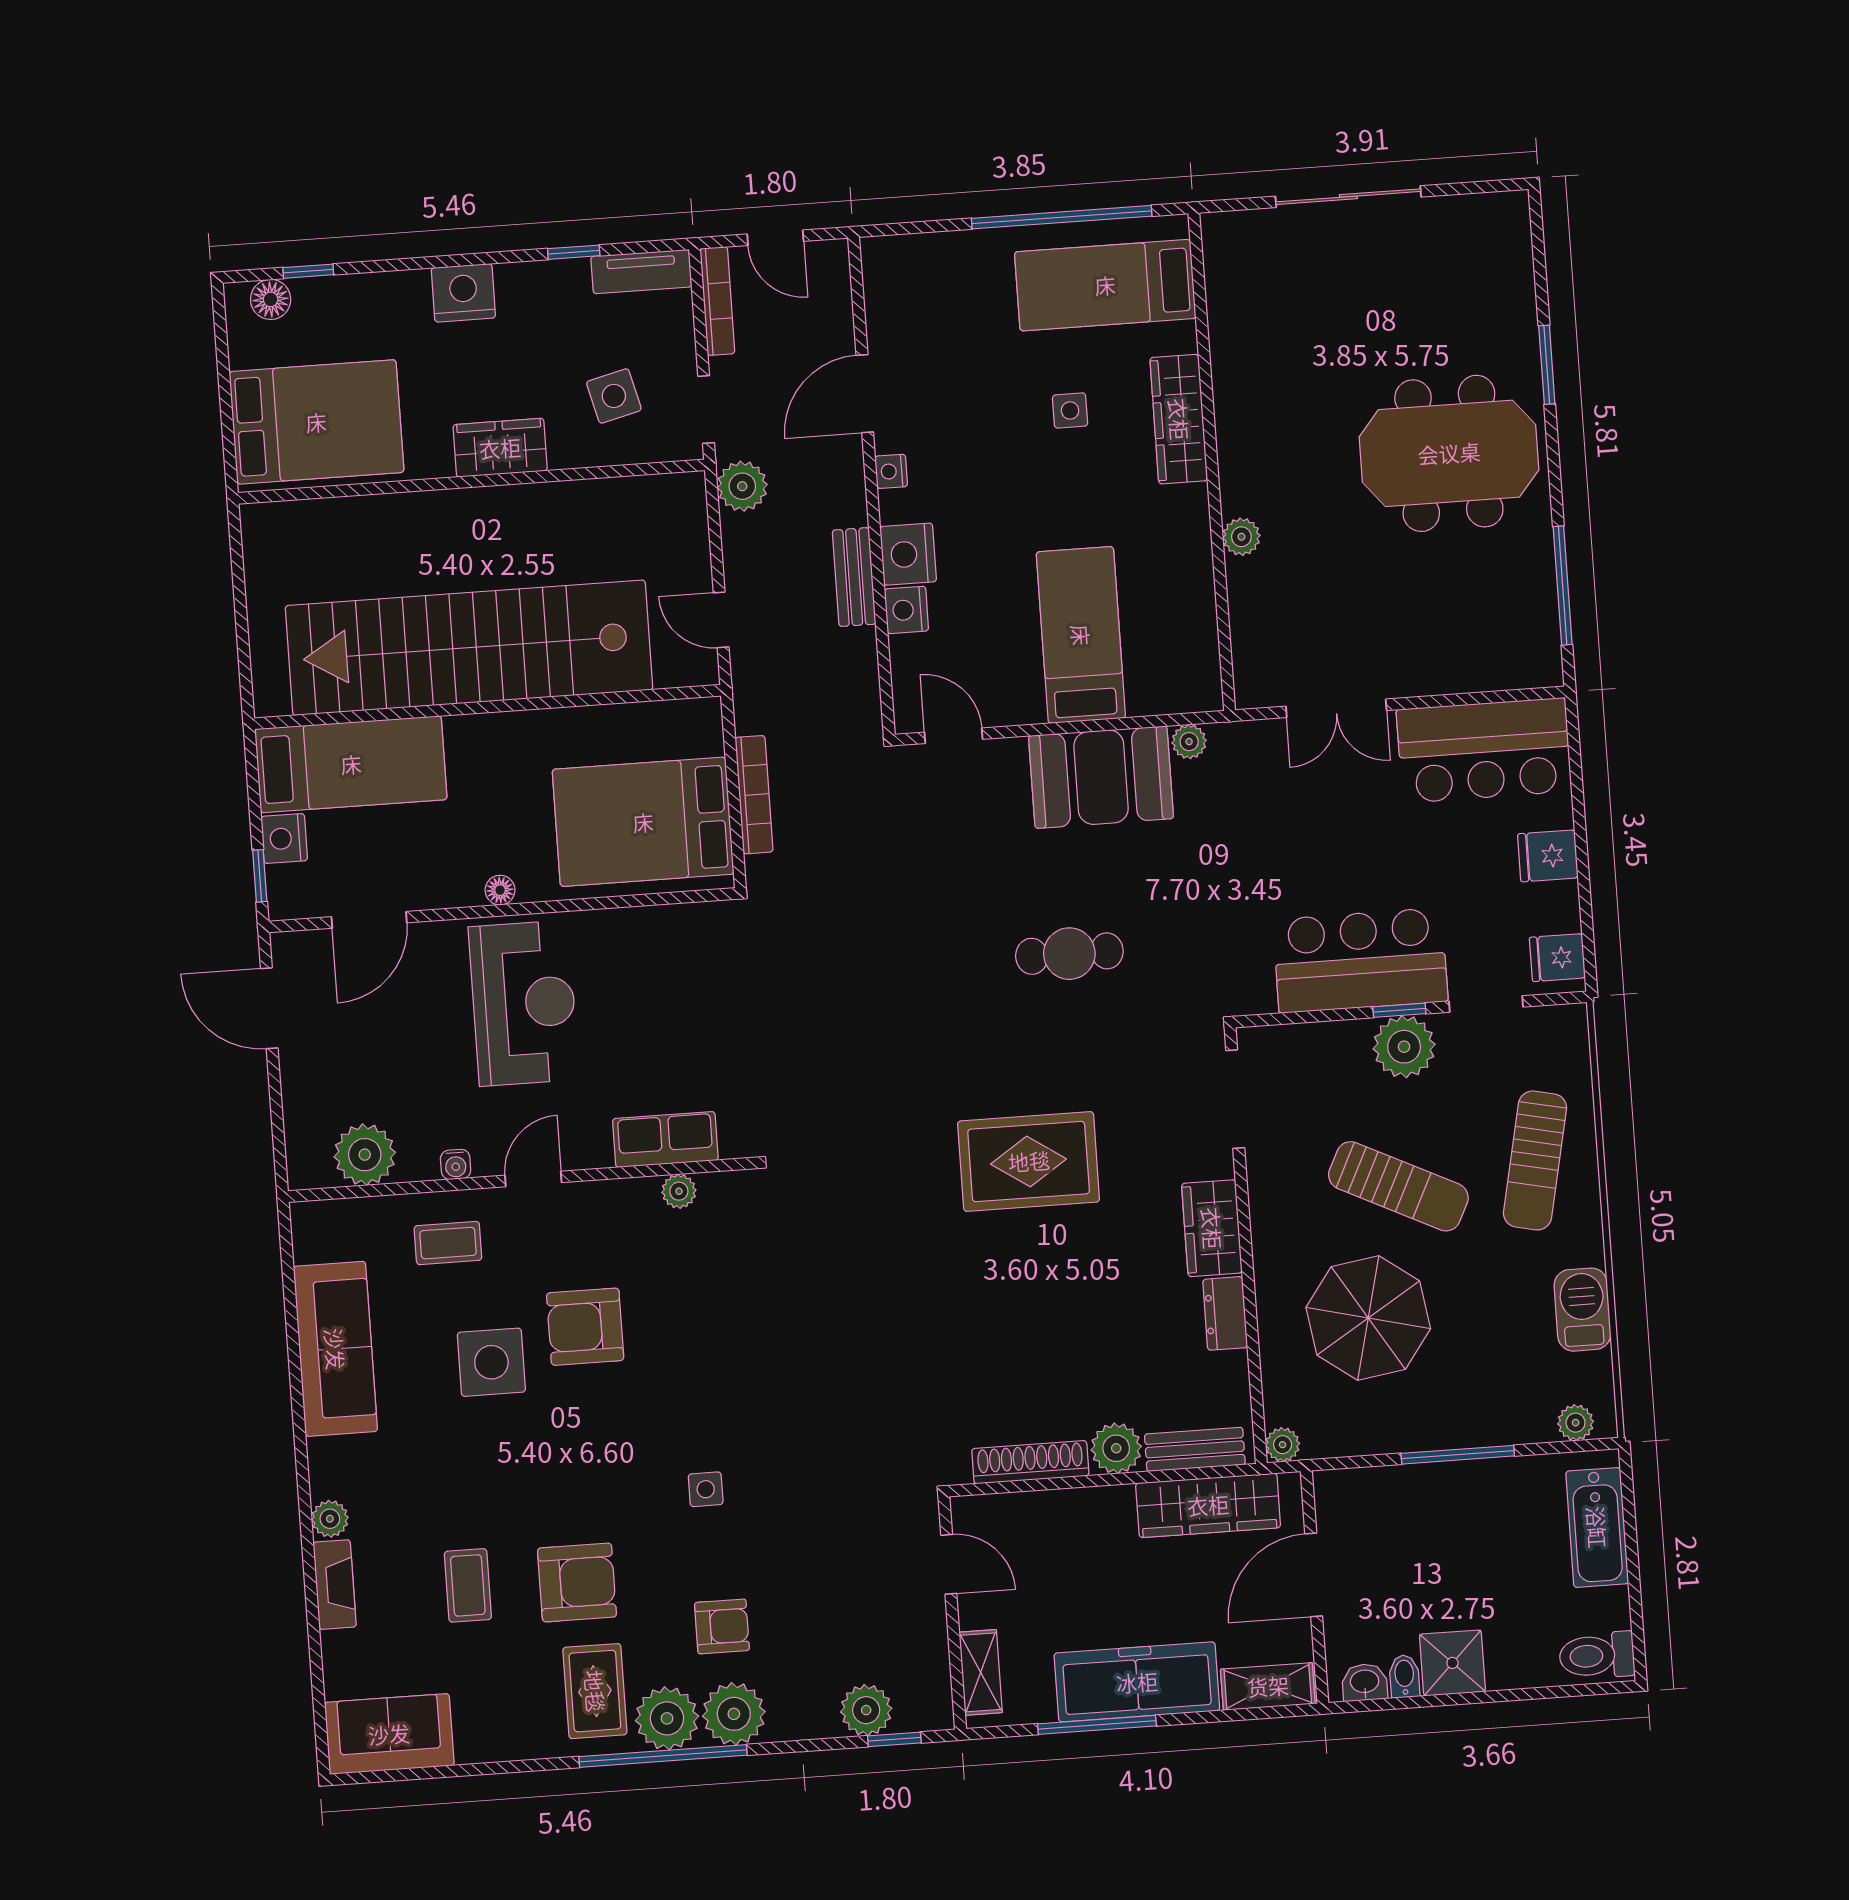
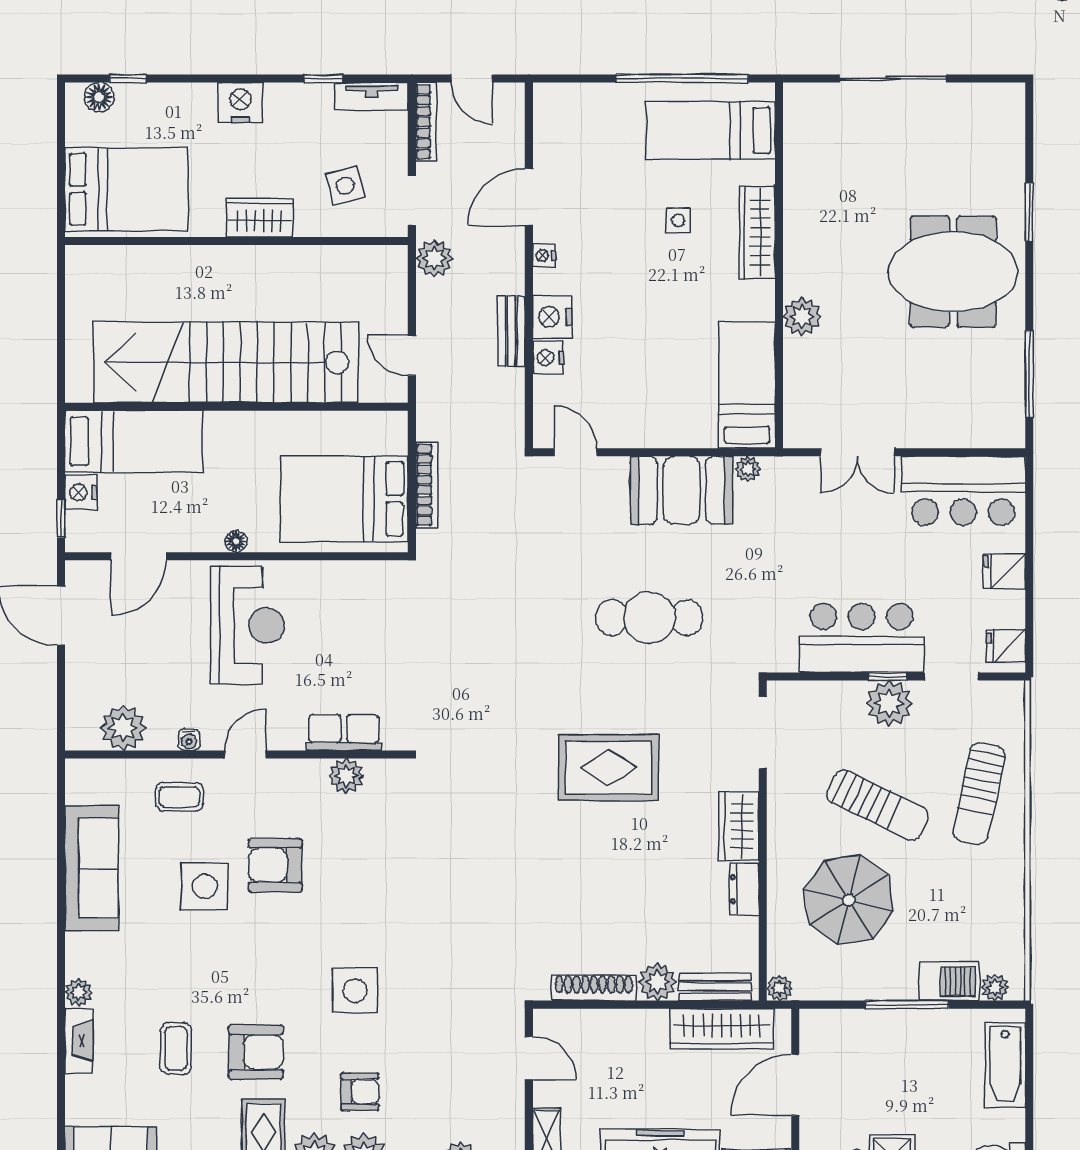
plant: (1241, 537) -> (802, 317), width x1.38, depth x1.38
bed: (1081, 635) -> (747, 385), moved
cafe table: (1069, 954) -> (649, 618), width x1.37, depth x1.35
plant: (679, 1191) -> (346, 776), width x1.38, depth x1.38
barbecue: (1582, 1310) -> (949, 981), moved, turned 90
side table: (706, 1489) -> (355, 990), width x1.87, depth x1.87

